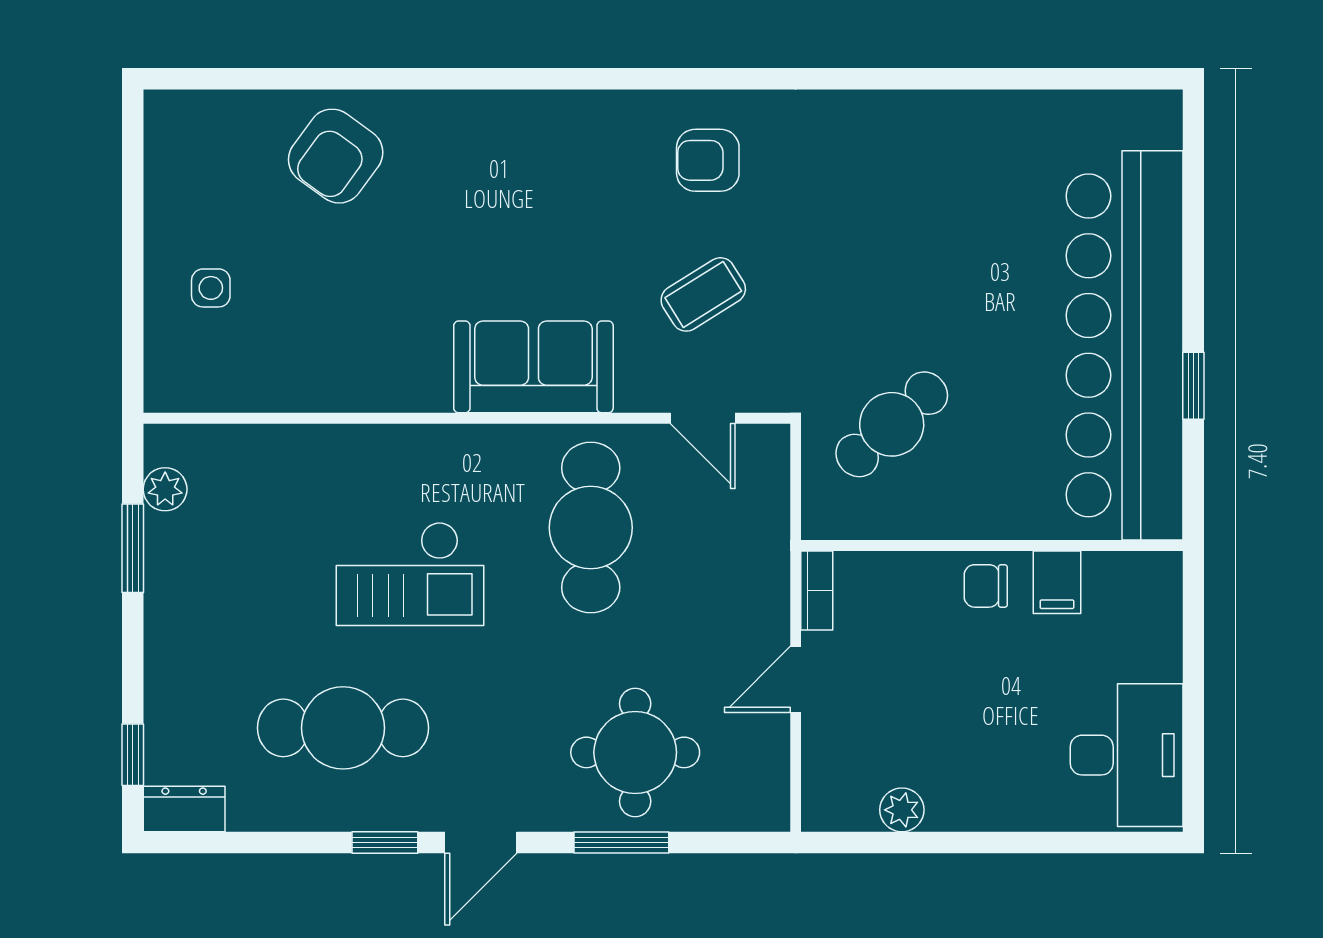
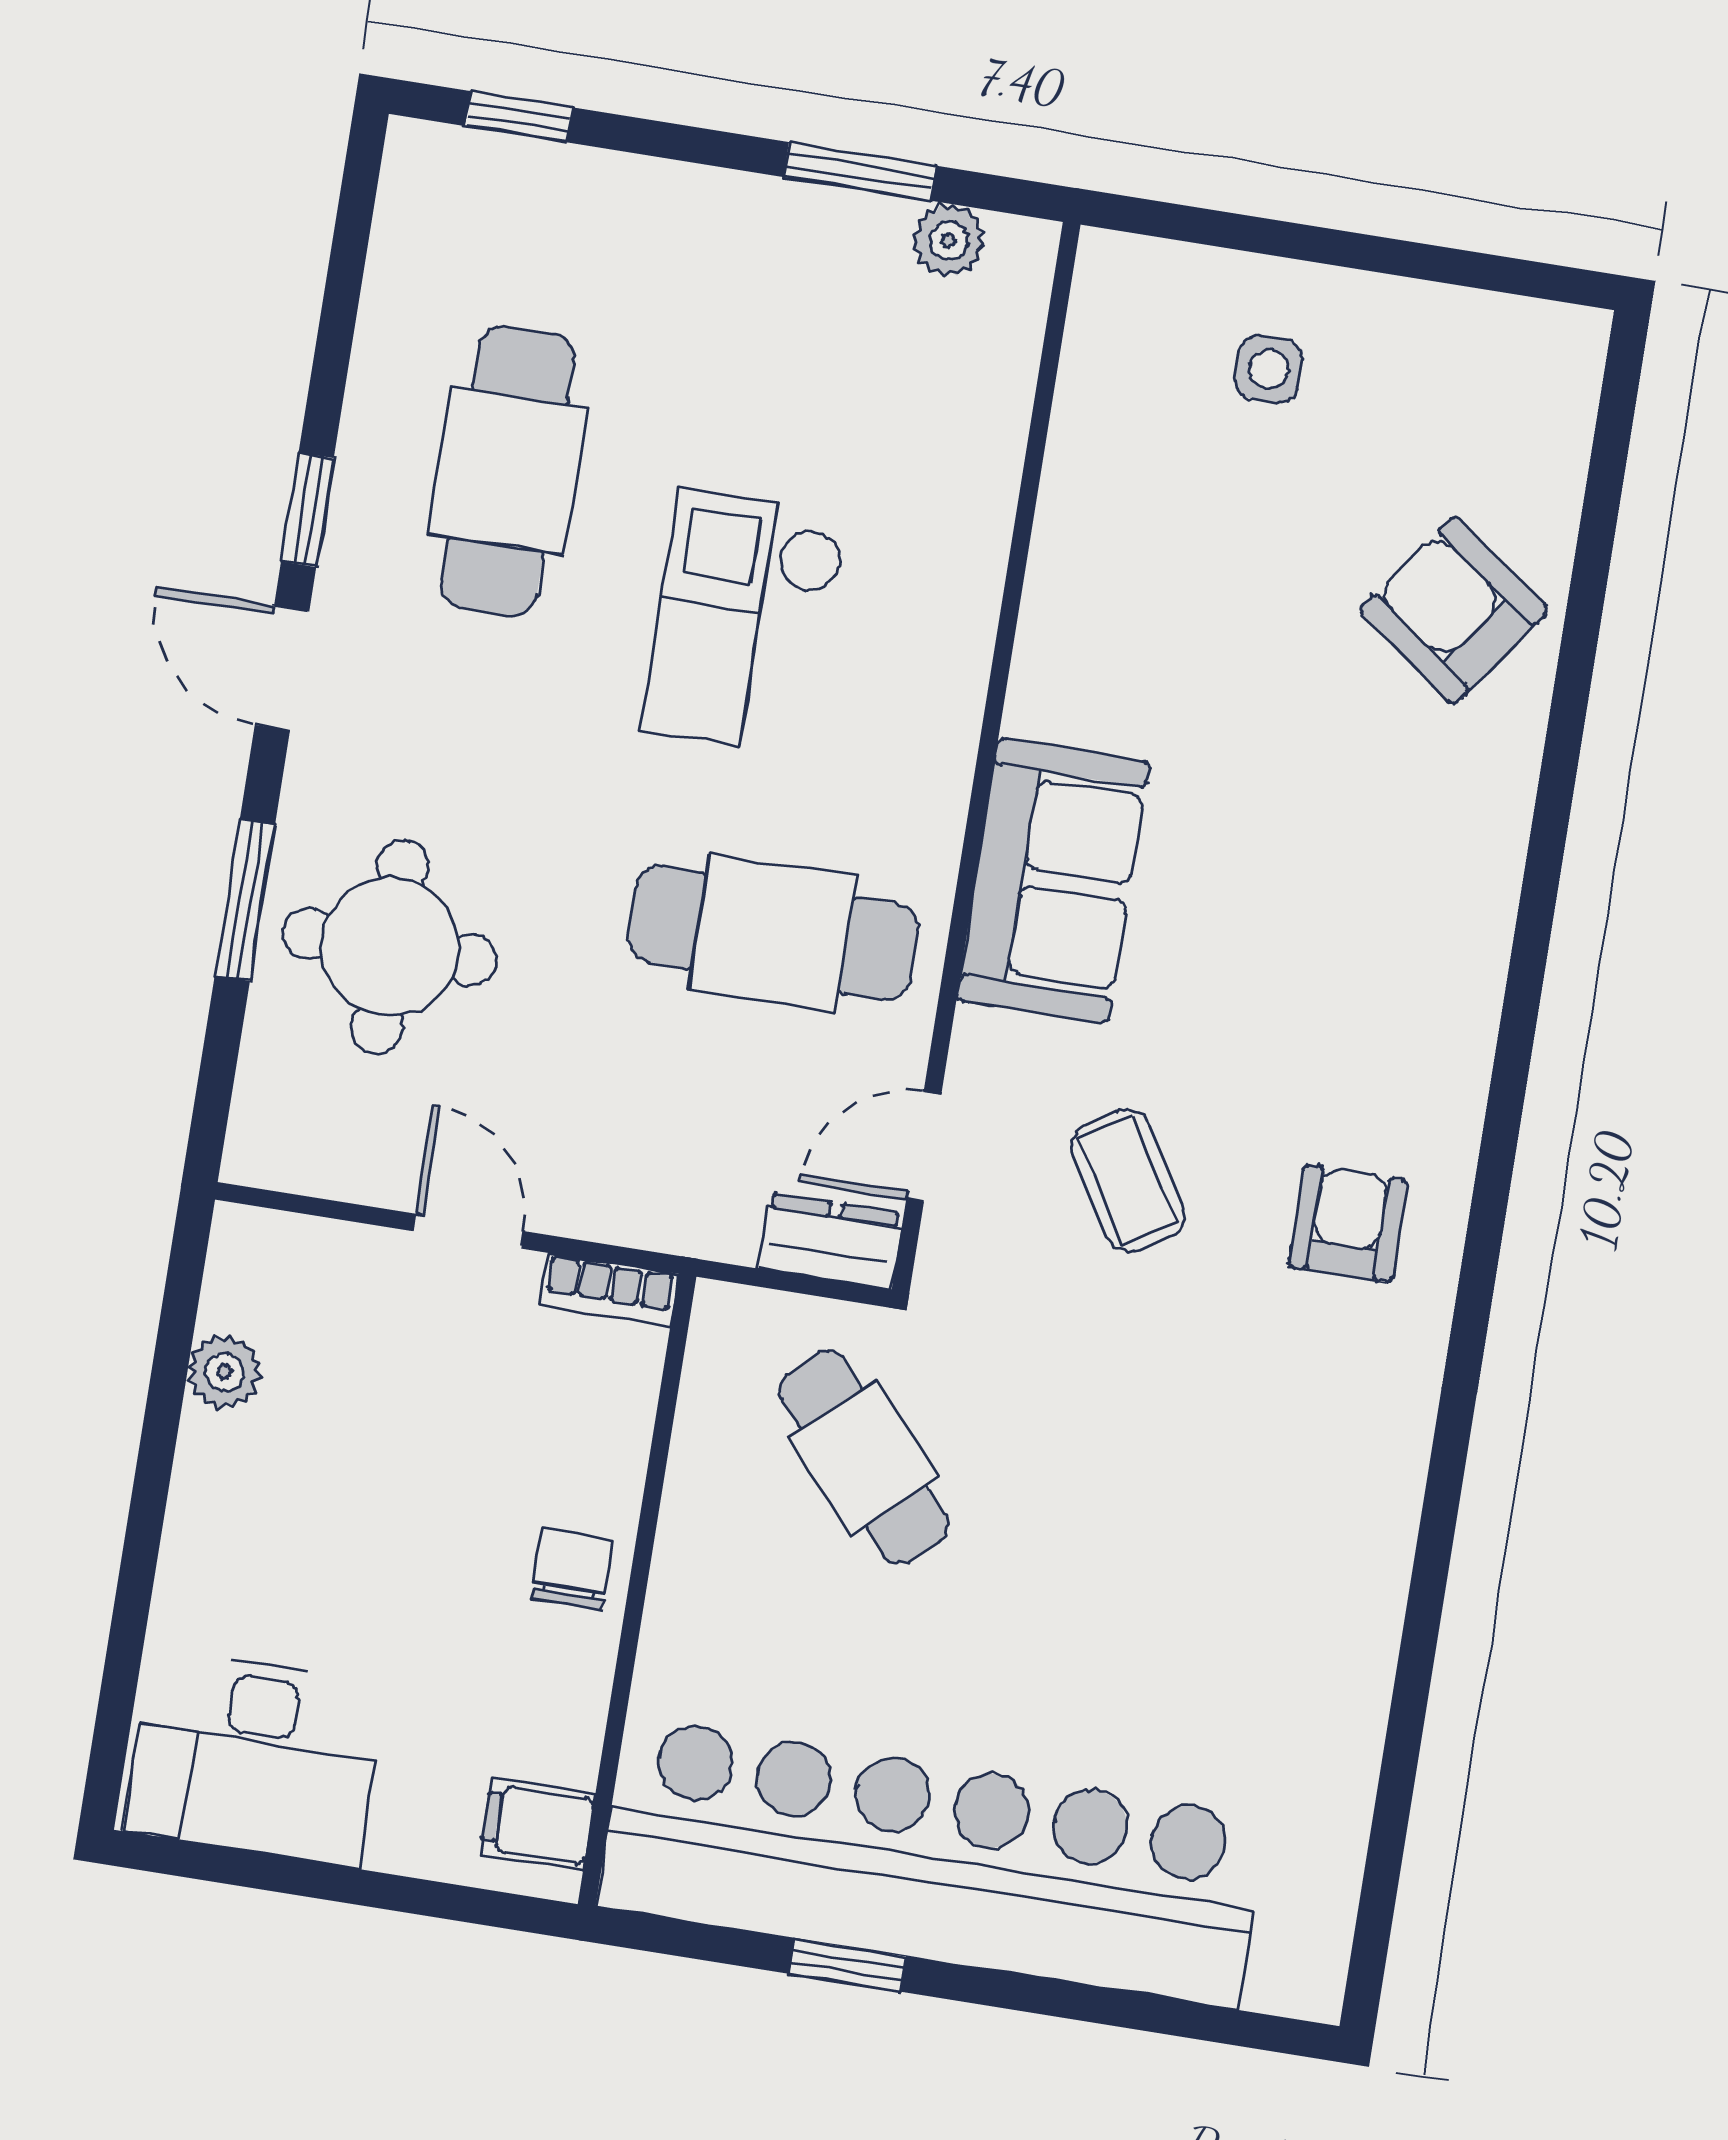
filing cabinet: (1057, 582) -> (537, 1824), moved
dresser: (184, 809) -> (831, 1241), moved, turned -90

